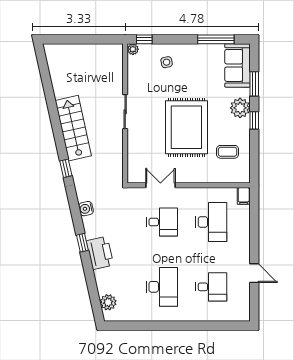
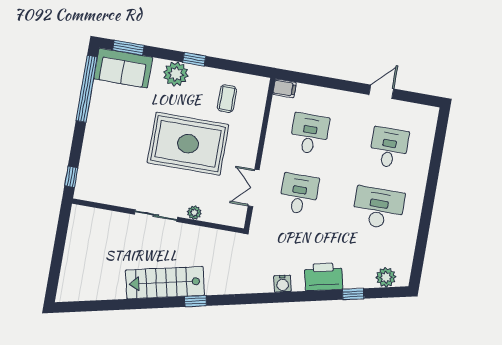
window: (216, 39) -> (87, 89), width x1.46
plant: (133, 49) -> (194, 213), moved
side table: (167, 62) -> (104, 154), removed
window: (254, 84) -> (128, 48), moved
window: (66, 168) -> (195, 301), moved
water cooler: (86, 209) -> (282, 284), moved
desk: (211, 222) -> (309, 134), width x0.73
window: (82, 243) -> (353, 294), moved

